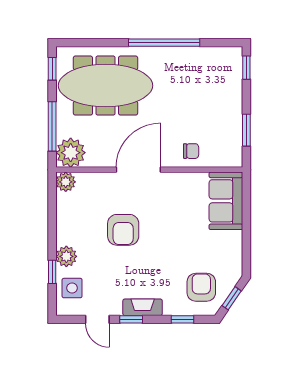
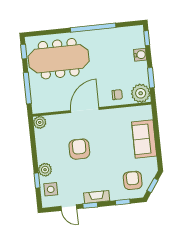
water cooler: (233, 92) -> (140, 55), added
plant: (71, 153) -> (141, 93), moved
sofa: (226, 201) -> (144, 139), moved
armchair: (123, 230) -> (79, 149), turned 180

